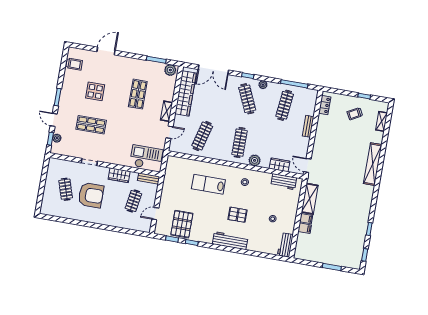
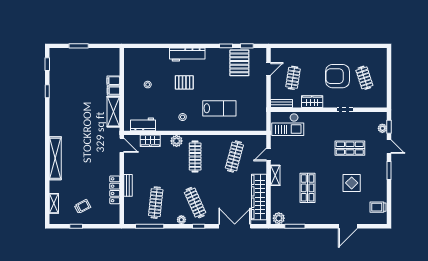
locker: (325, 105) -> (115, 190), moved, width x1.53
workbench: (285, 245) -> (130, 60), removed

